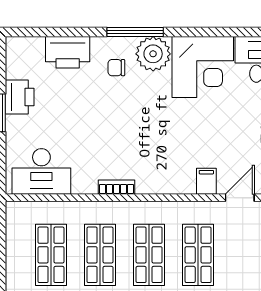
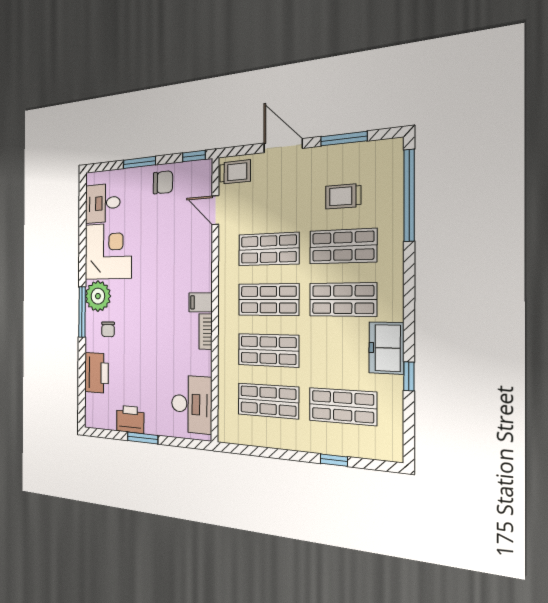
filing cabinet: (206, 181) -> (200, 302), moved

